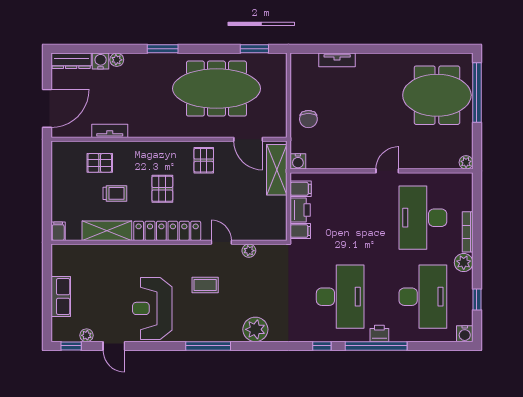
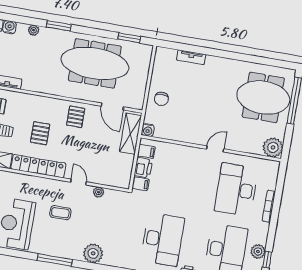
plant: (117, 60) -> (34, 30), moved
plant: (466, 162) -> (273, 147), width x1.87, depth x1.87
plant: (464, 263) -> (258, 251), moved

